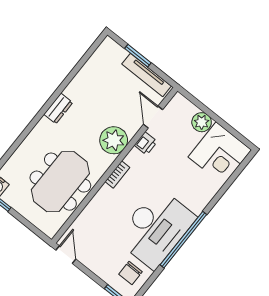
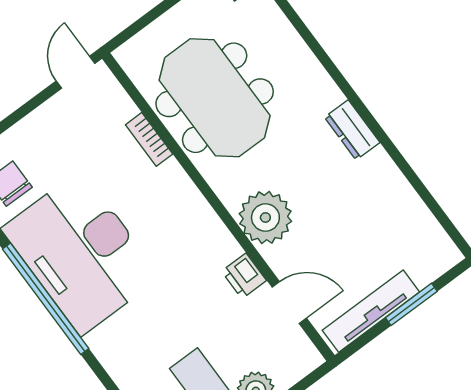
bookcase: (117, 175) -> (149, 139), moved
door: (66, 255) -> (76, 72), swing flipped

